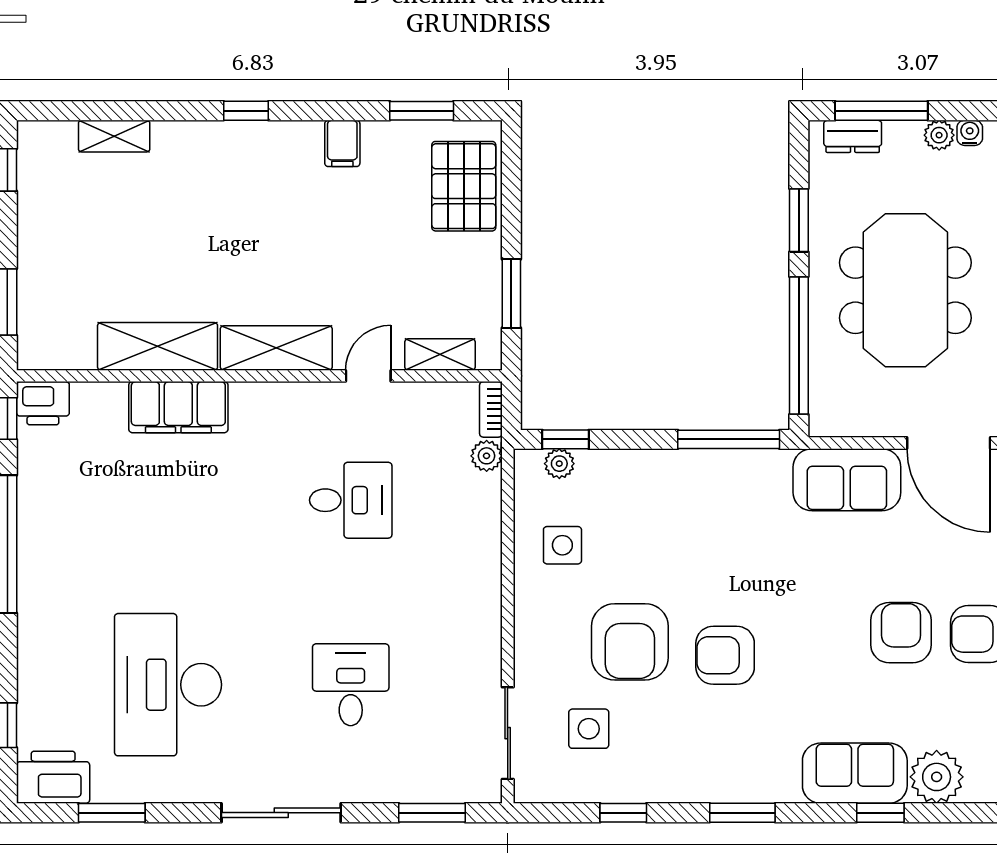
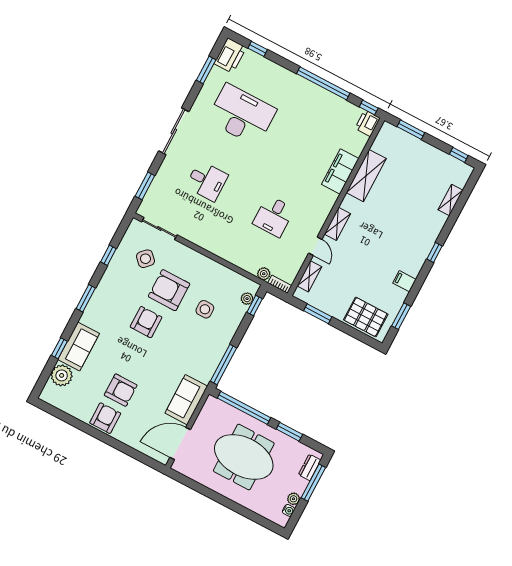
shelving: (276, 348) -> (337, 224), width x0.67, depth x0.75
side table: (562, 545) -> (205, 309), moved
side table: (589, 729) -> (145, 259), turned 45

